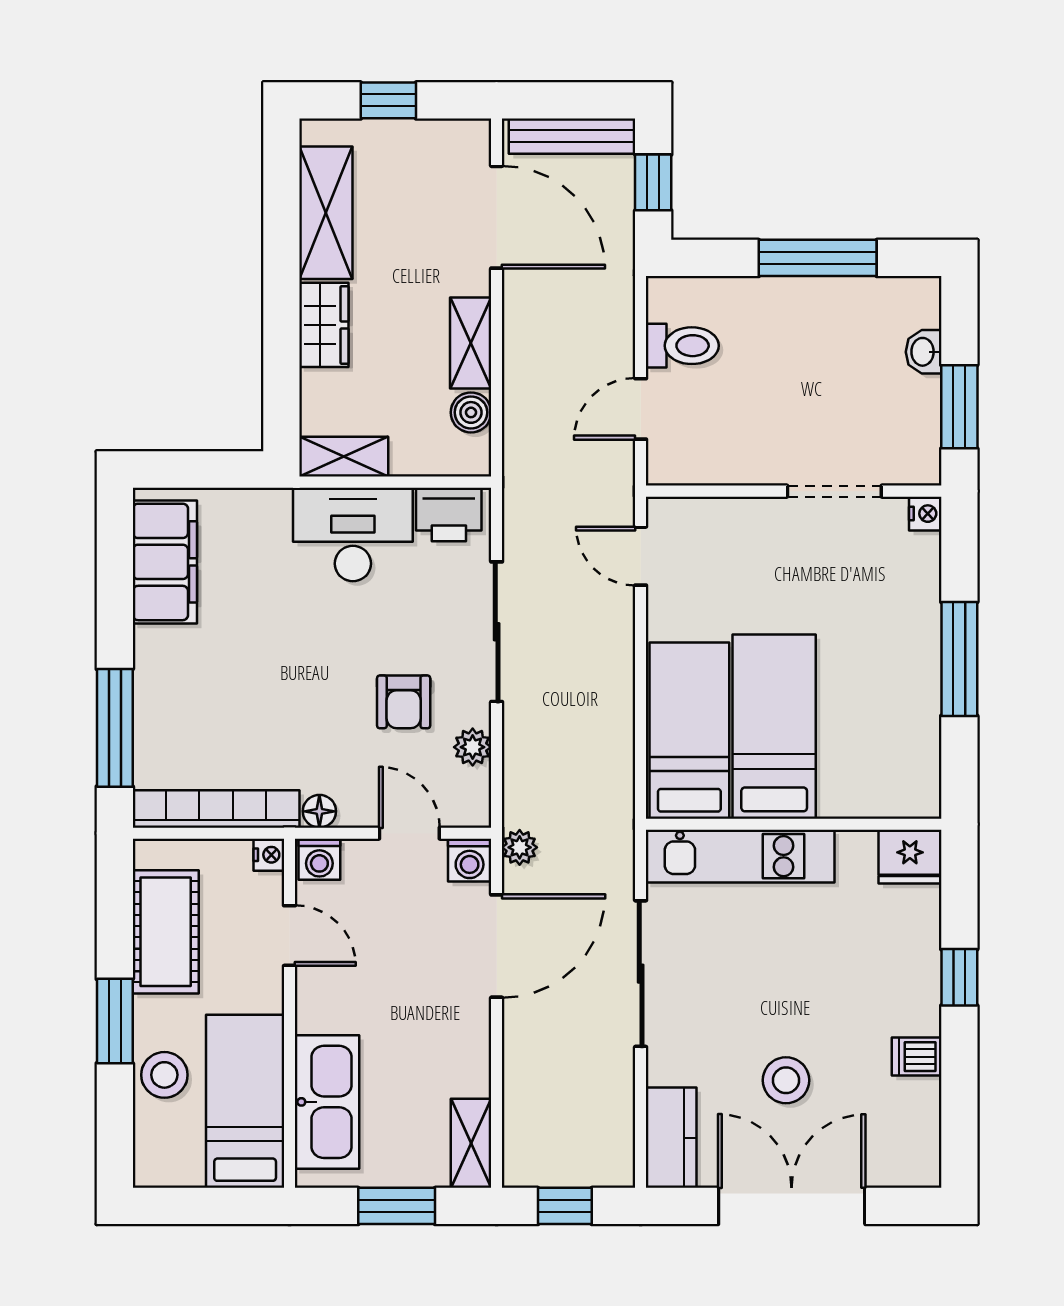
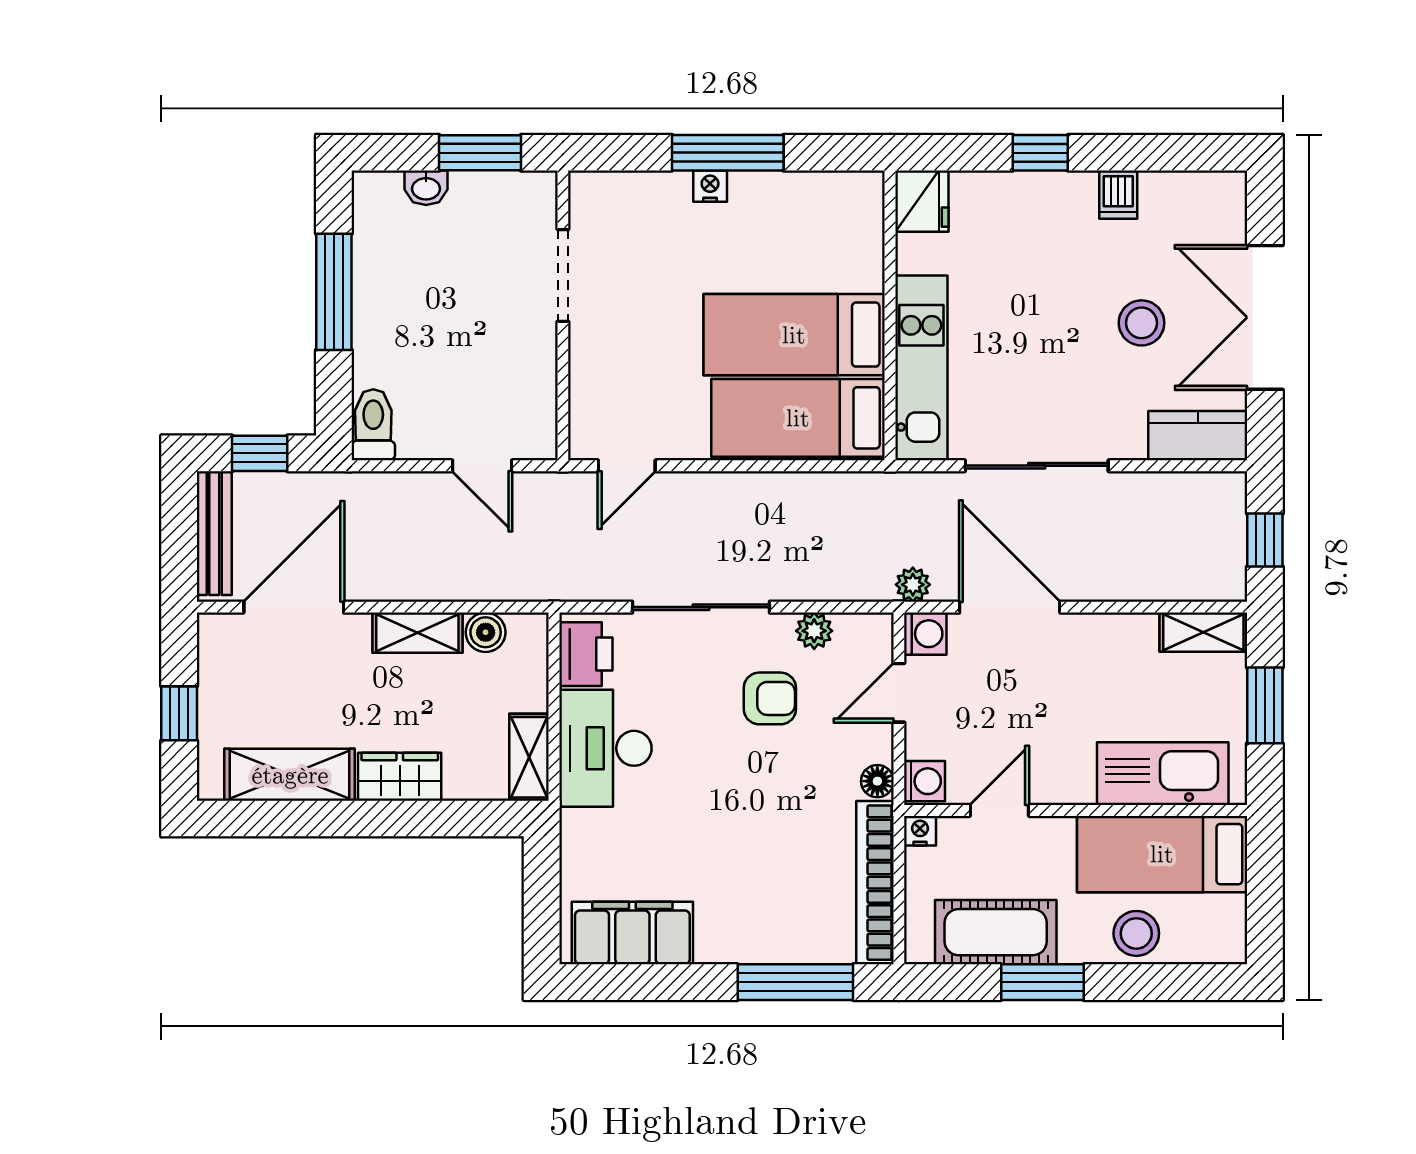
toilet: (682, 346) -> (373, 425), moved
nightstand: (925, 514) -> (710, 186), moved
window: (115, 1021) -> (1042, 982), moved

